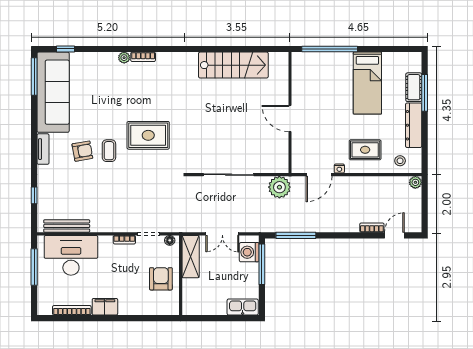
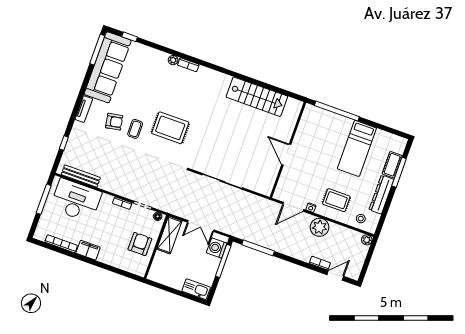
plant: (279, 187) -> (320, 227), moved

